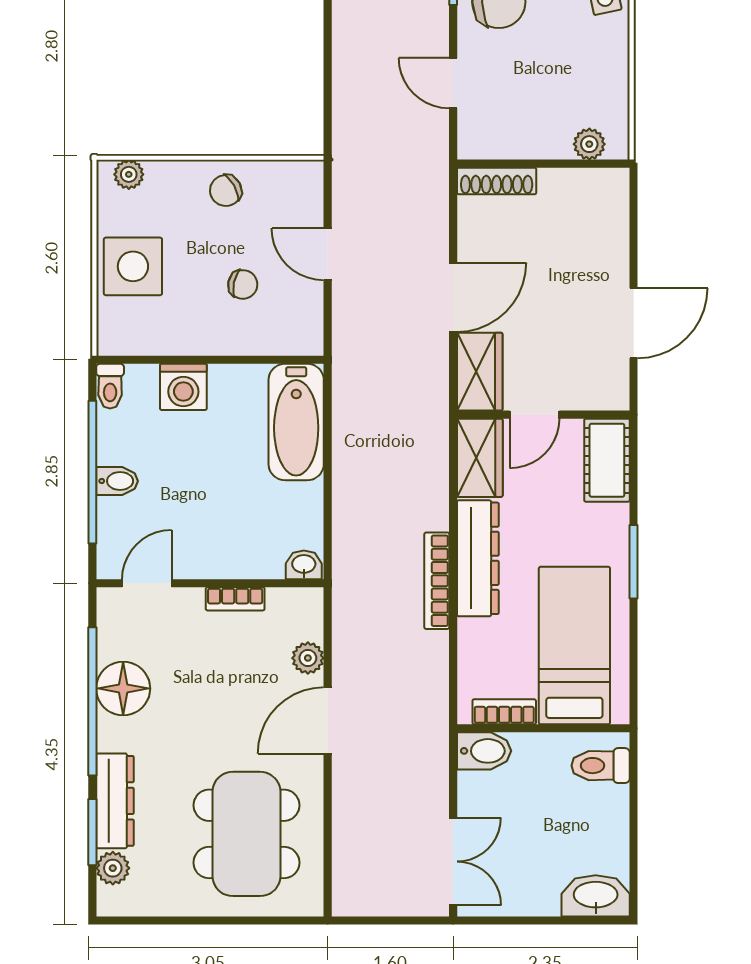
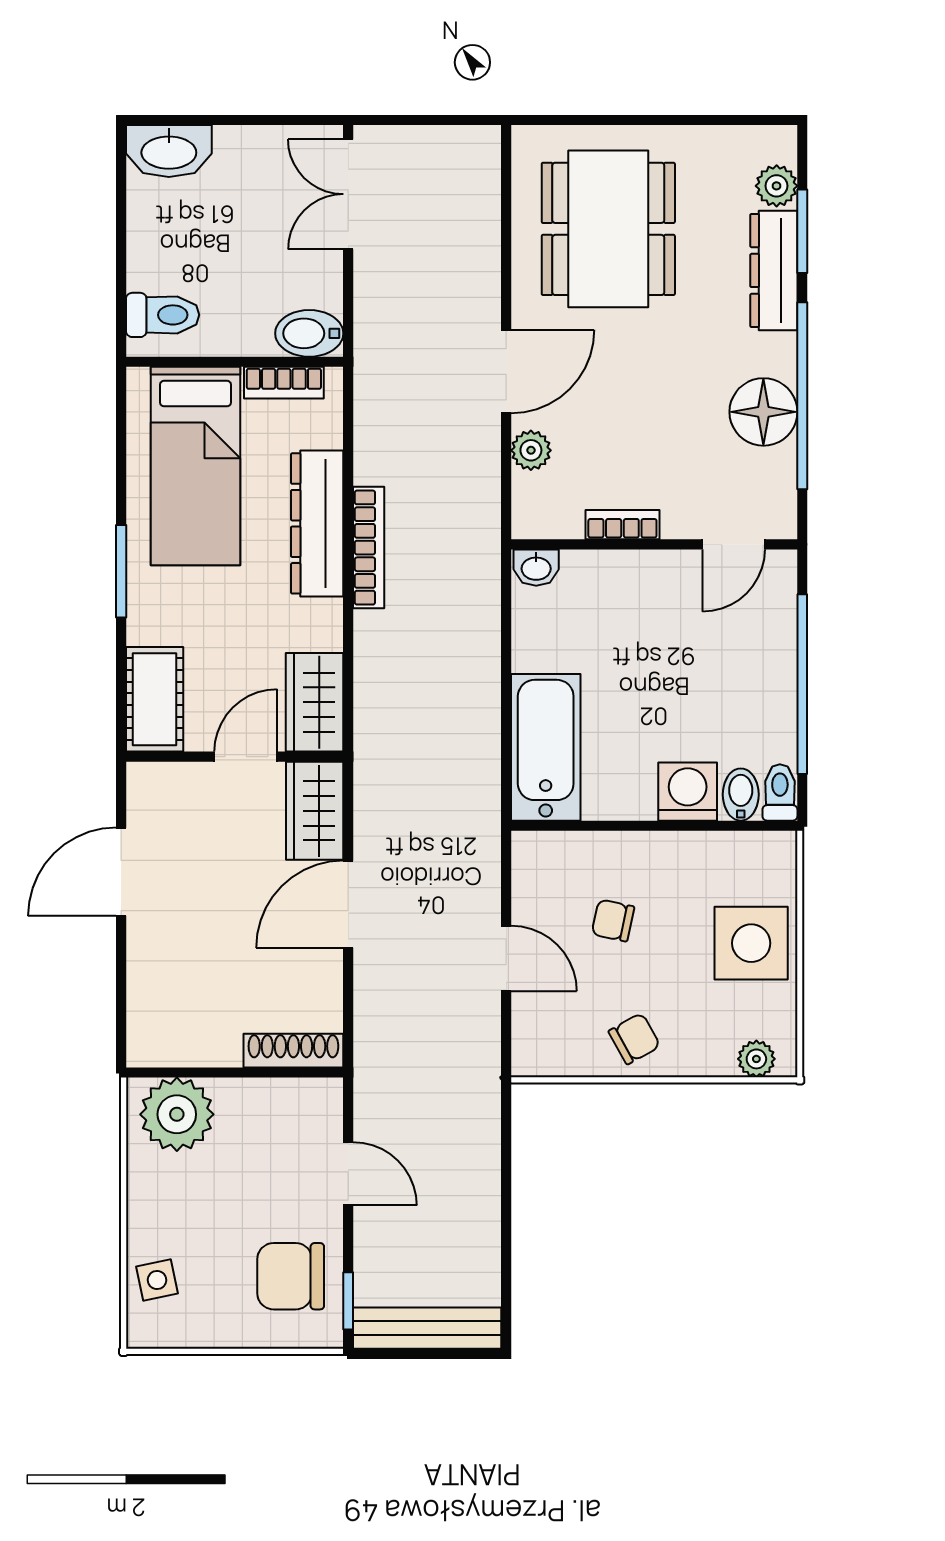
plant: (589, 144) -> (177, 1114), width x1.88, depth x1.88
bidet: (117, 481) -> (741, 795), moved, turned 90
dresser: (478, 558) -> (317, 523), moved

